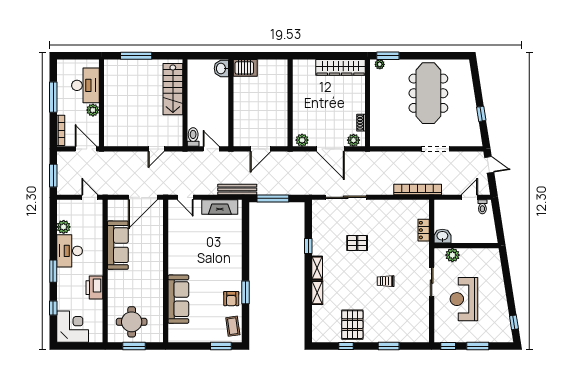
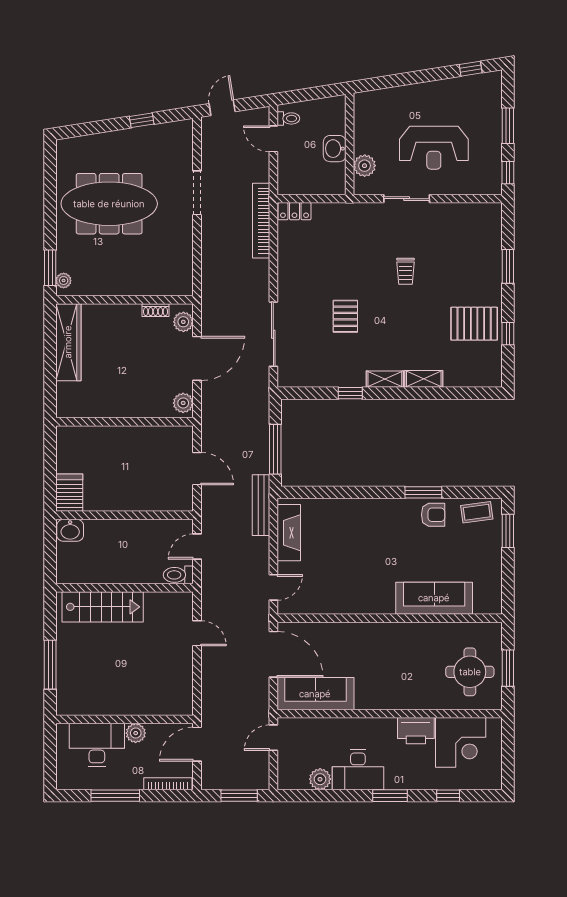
locker: (424, 230) -> (294, 211), moved
washbasin: (442, 236) -> (335, 149), moved
sofa: (118, 245) -> (315, 694), moved
corner desk: (73, 327) -> (461, 742), moved, turned 180

